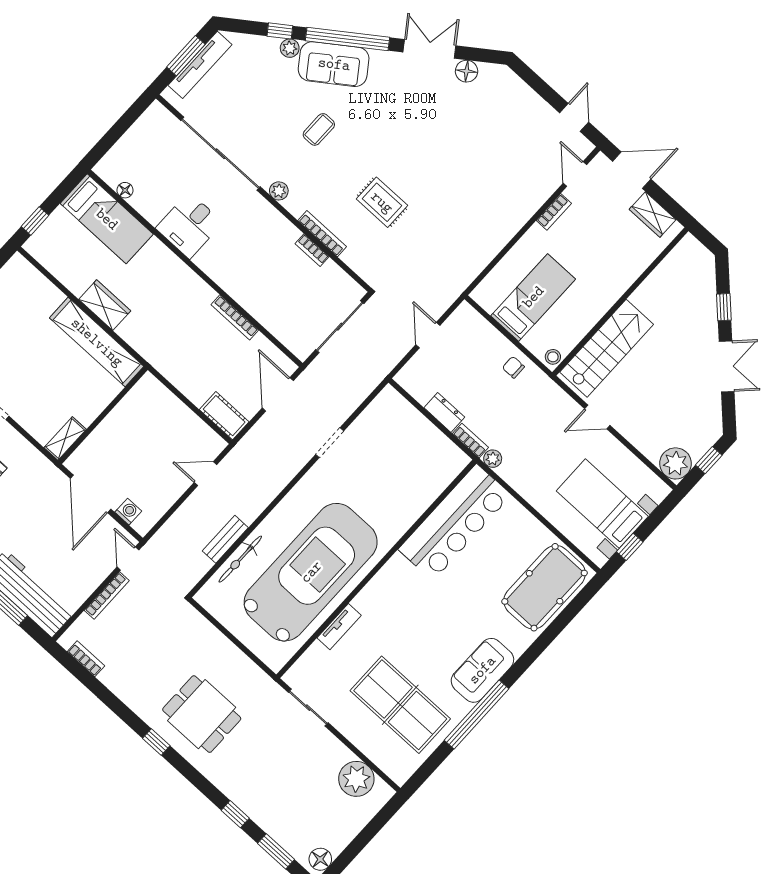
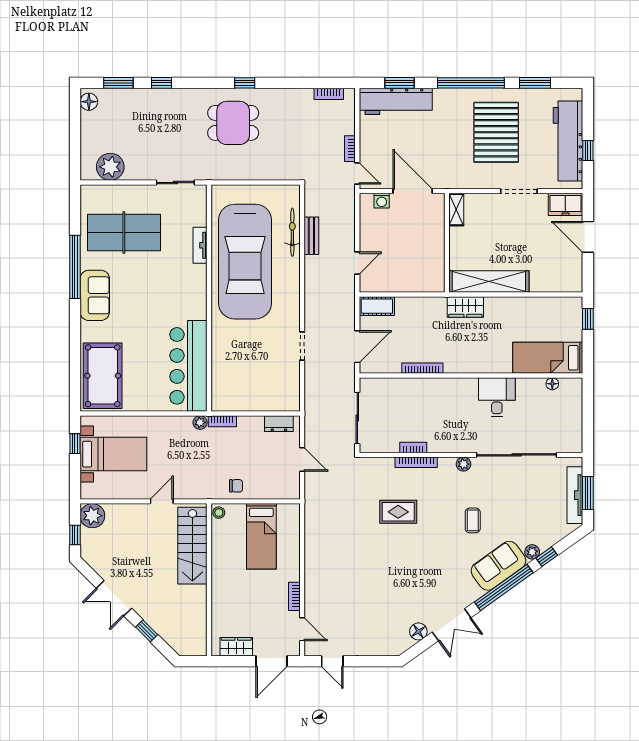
wardrobe: (105, 305) -> (465, 307), moved
door: (278, 394) -> (357, 347), hinge flipped
dresser: (444, 412) -> (279, 424), moved
bookcase: (107, 595) -> (350, 149), width x0.64

